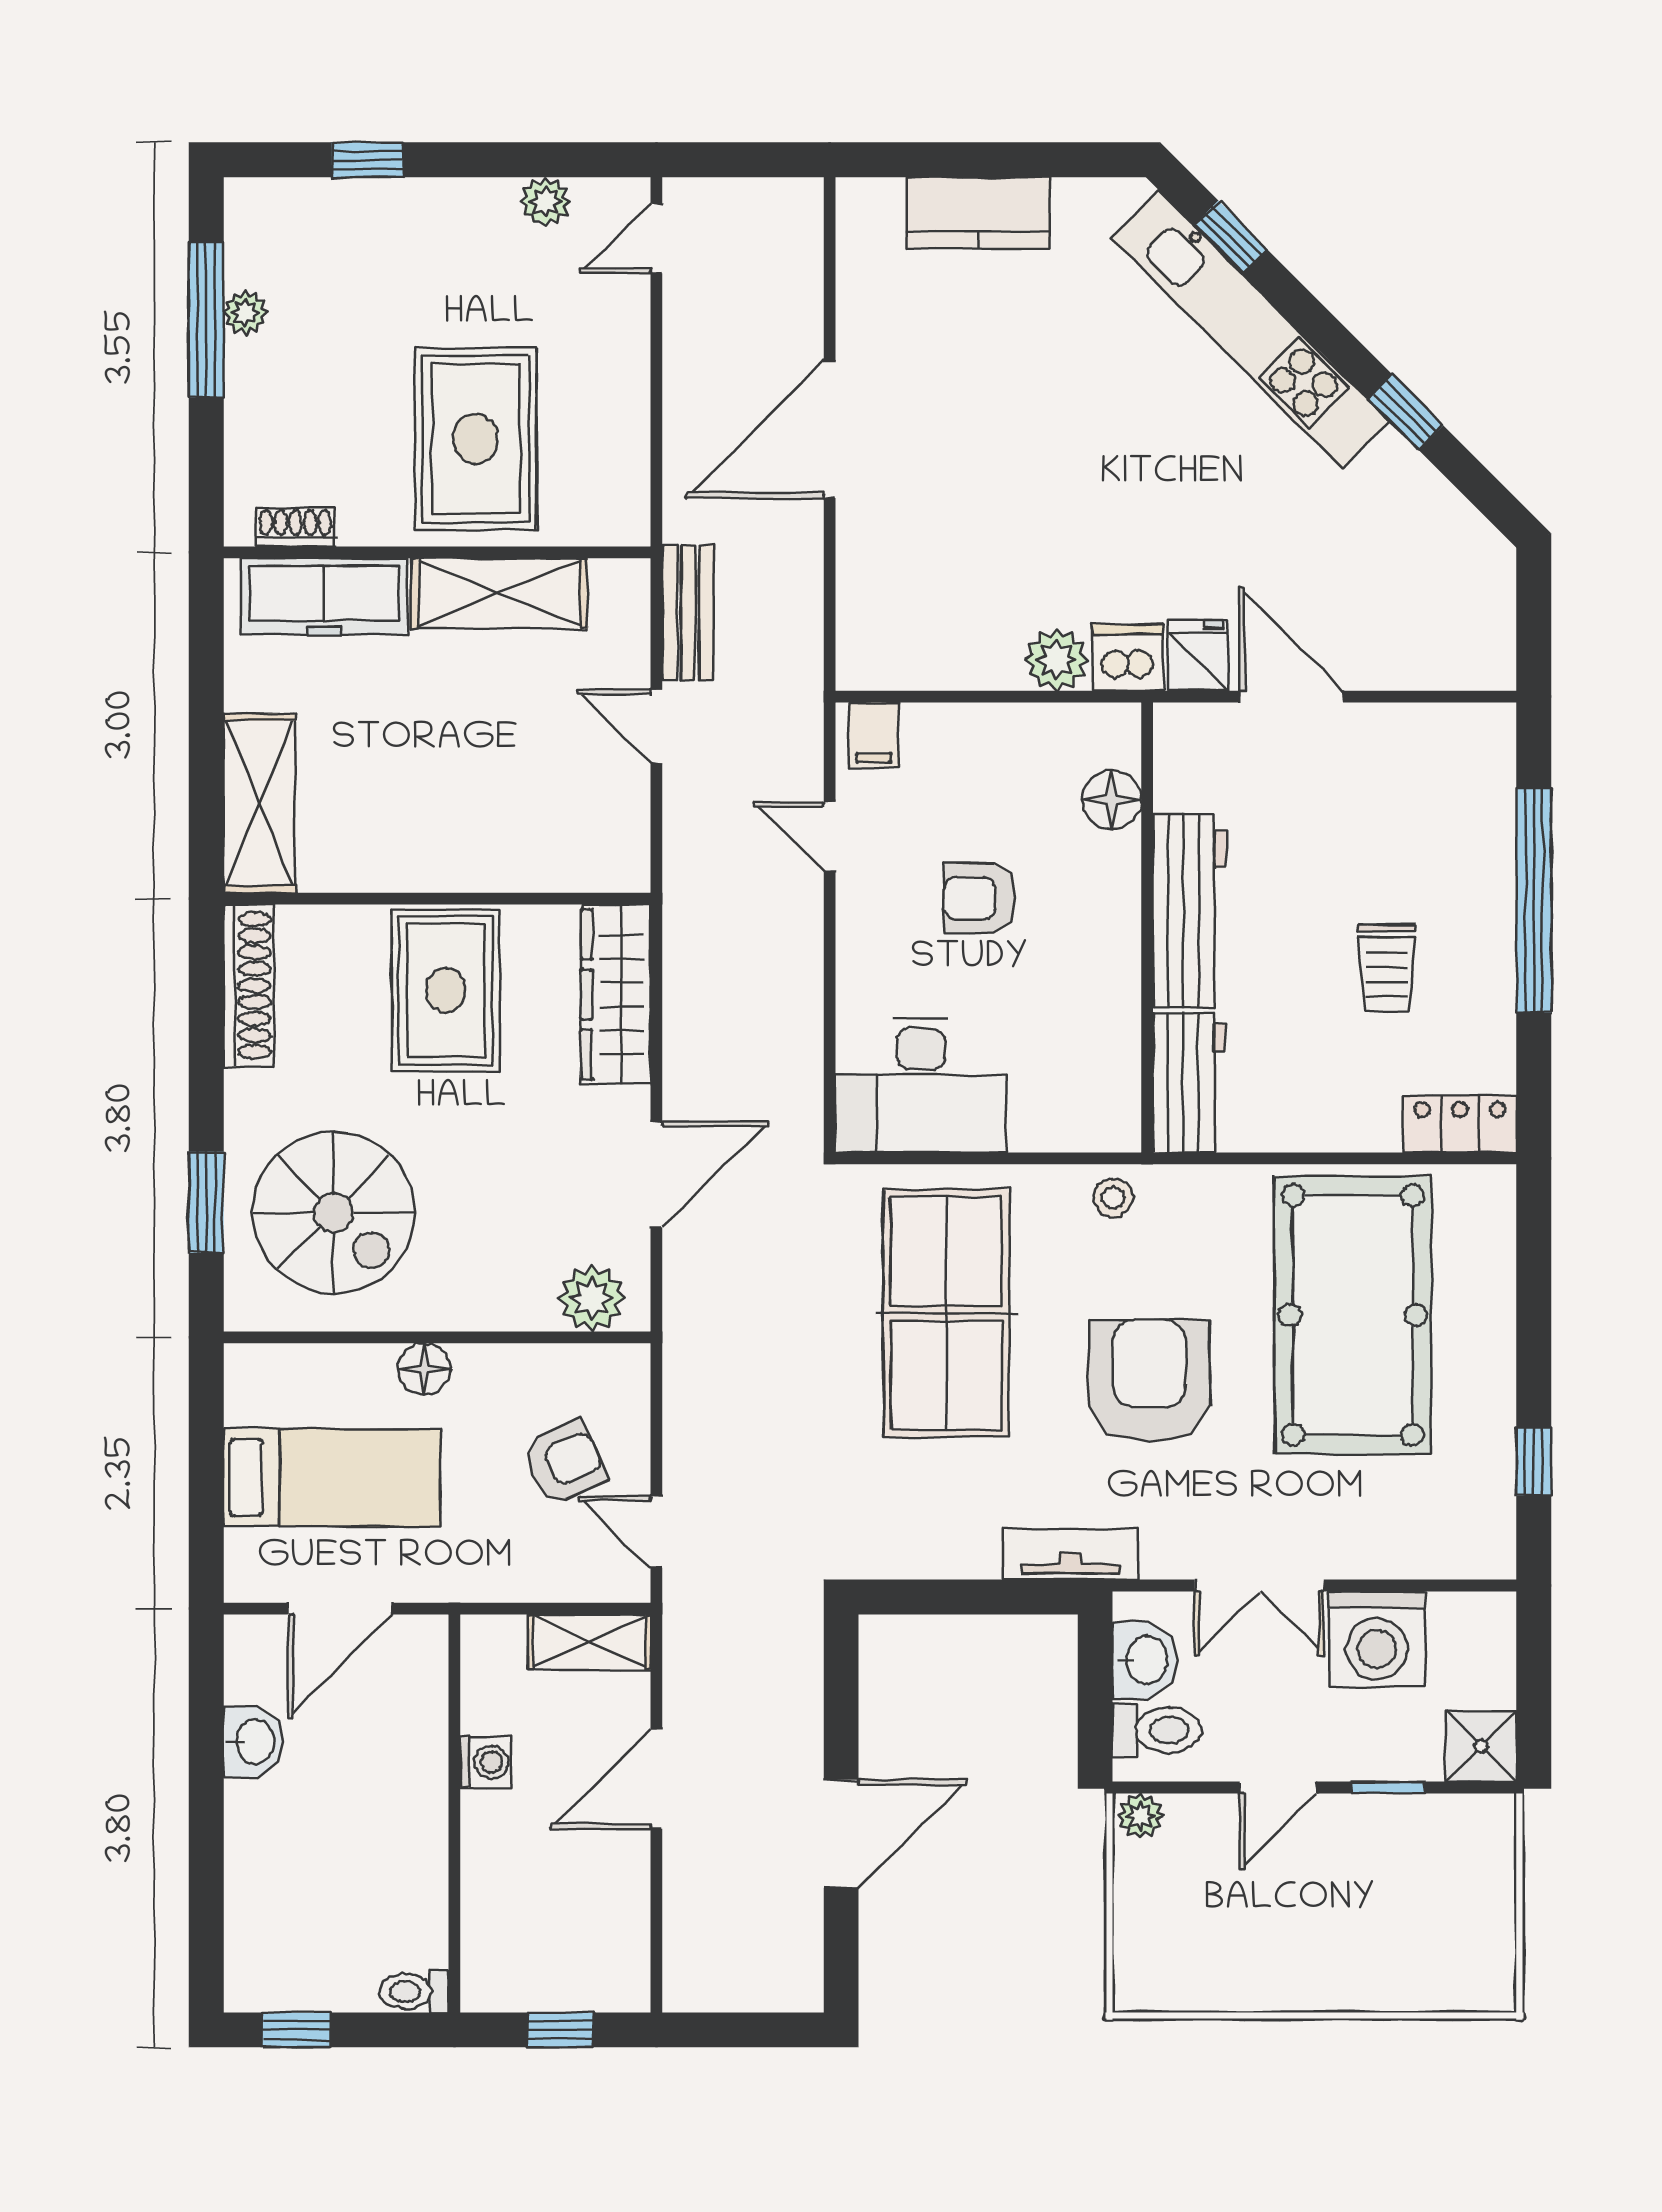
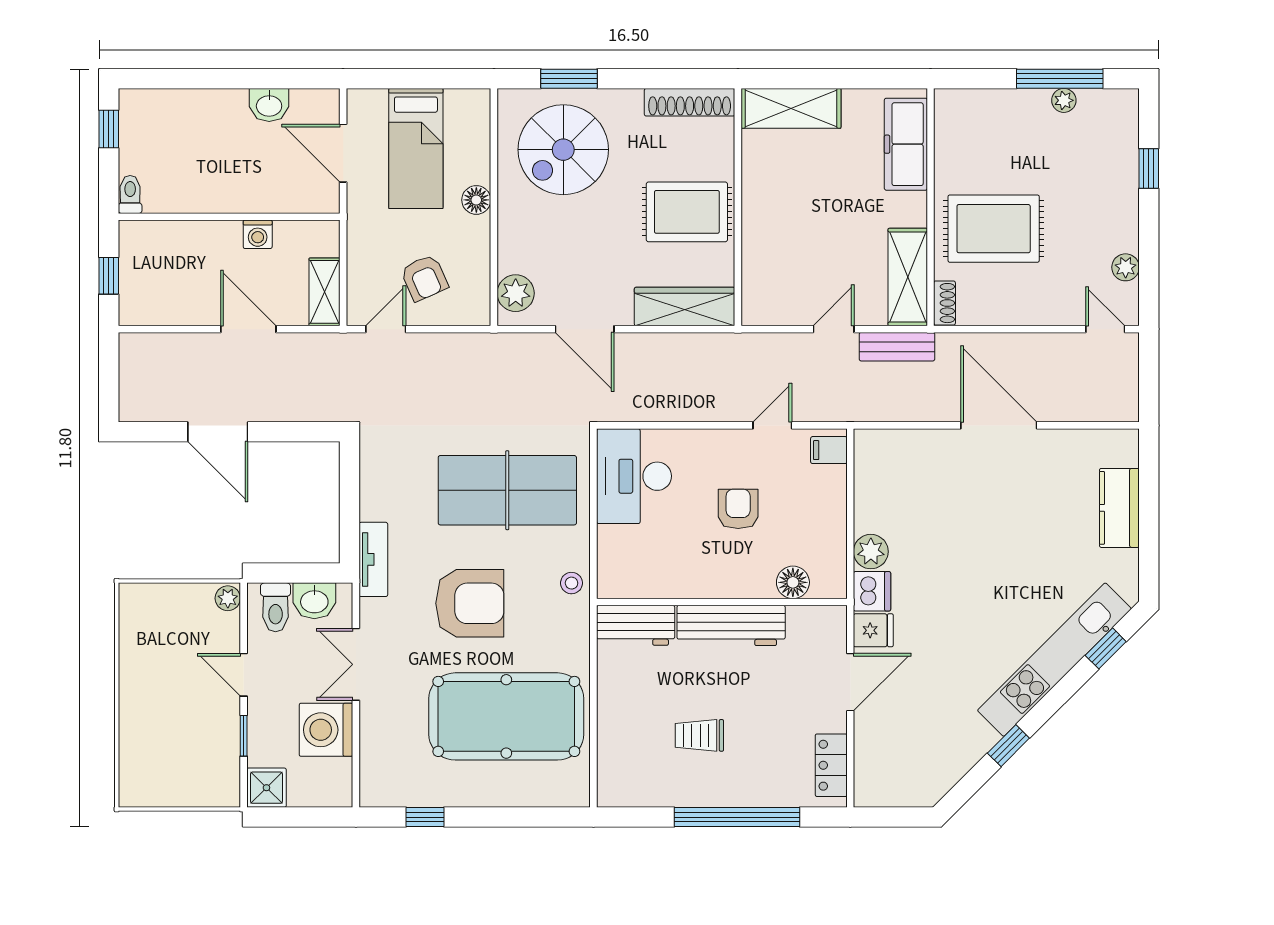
shoe rack: (295, 527) -> (944, 303), moved
shelving: (499, 593) -> (908, 277), moved
locker: (1460, 1124) -> (831, 765), moved, turned 180

